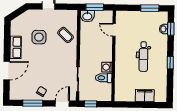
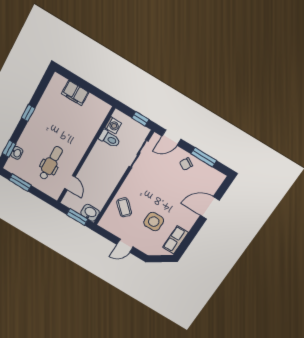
row of seats: (16, 47) -> (176, 240), moved
dental chair: (143, 57) -> (51, 163), moved
washing machine: (107, 67) -> (113, 125), moved

